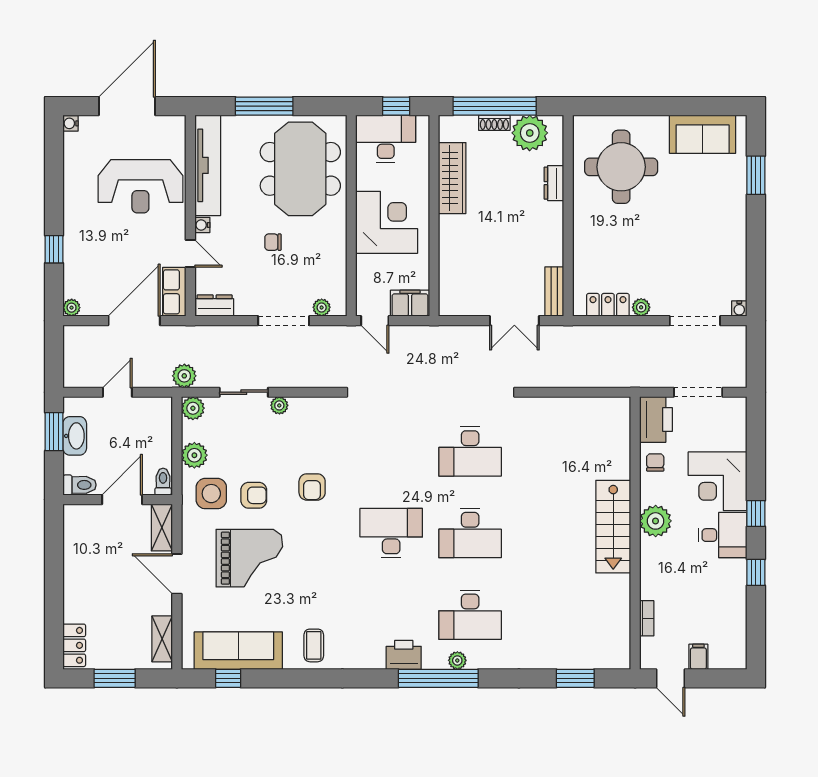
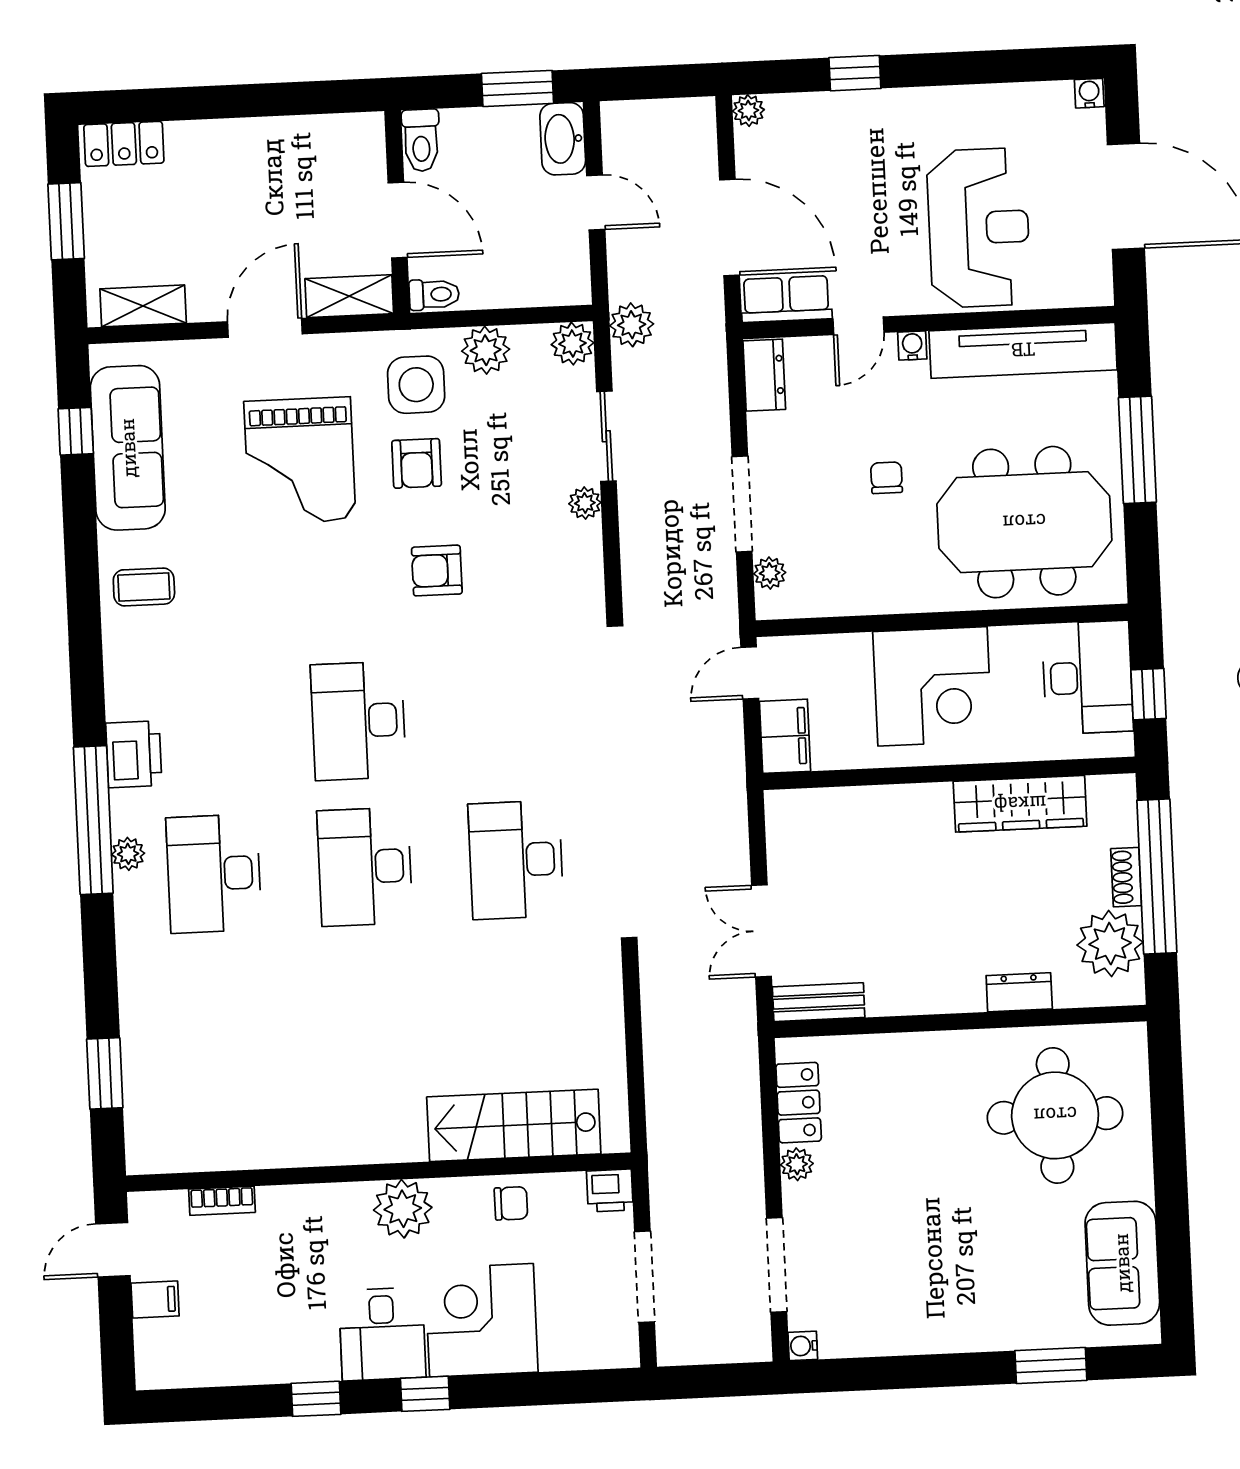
reception desk: (140, 186) -> (979, 228), turned 180
printer: (656, 419) -> (610, 1190), width x0.53, depth x0.68
washbasin: (75, 436) -> (563, 139), moved, turned 90
stairs: (613, 527) -> (514, 1125), moved
desk: (391, 533) -> (358, 721), turned 180

